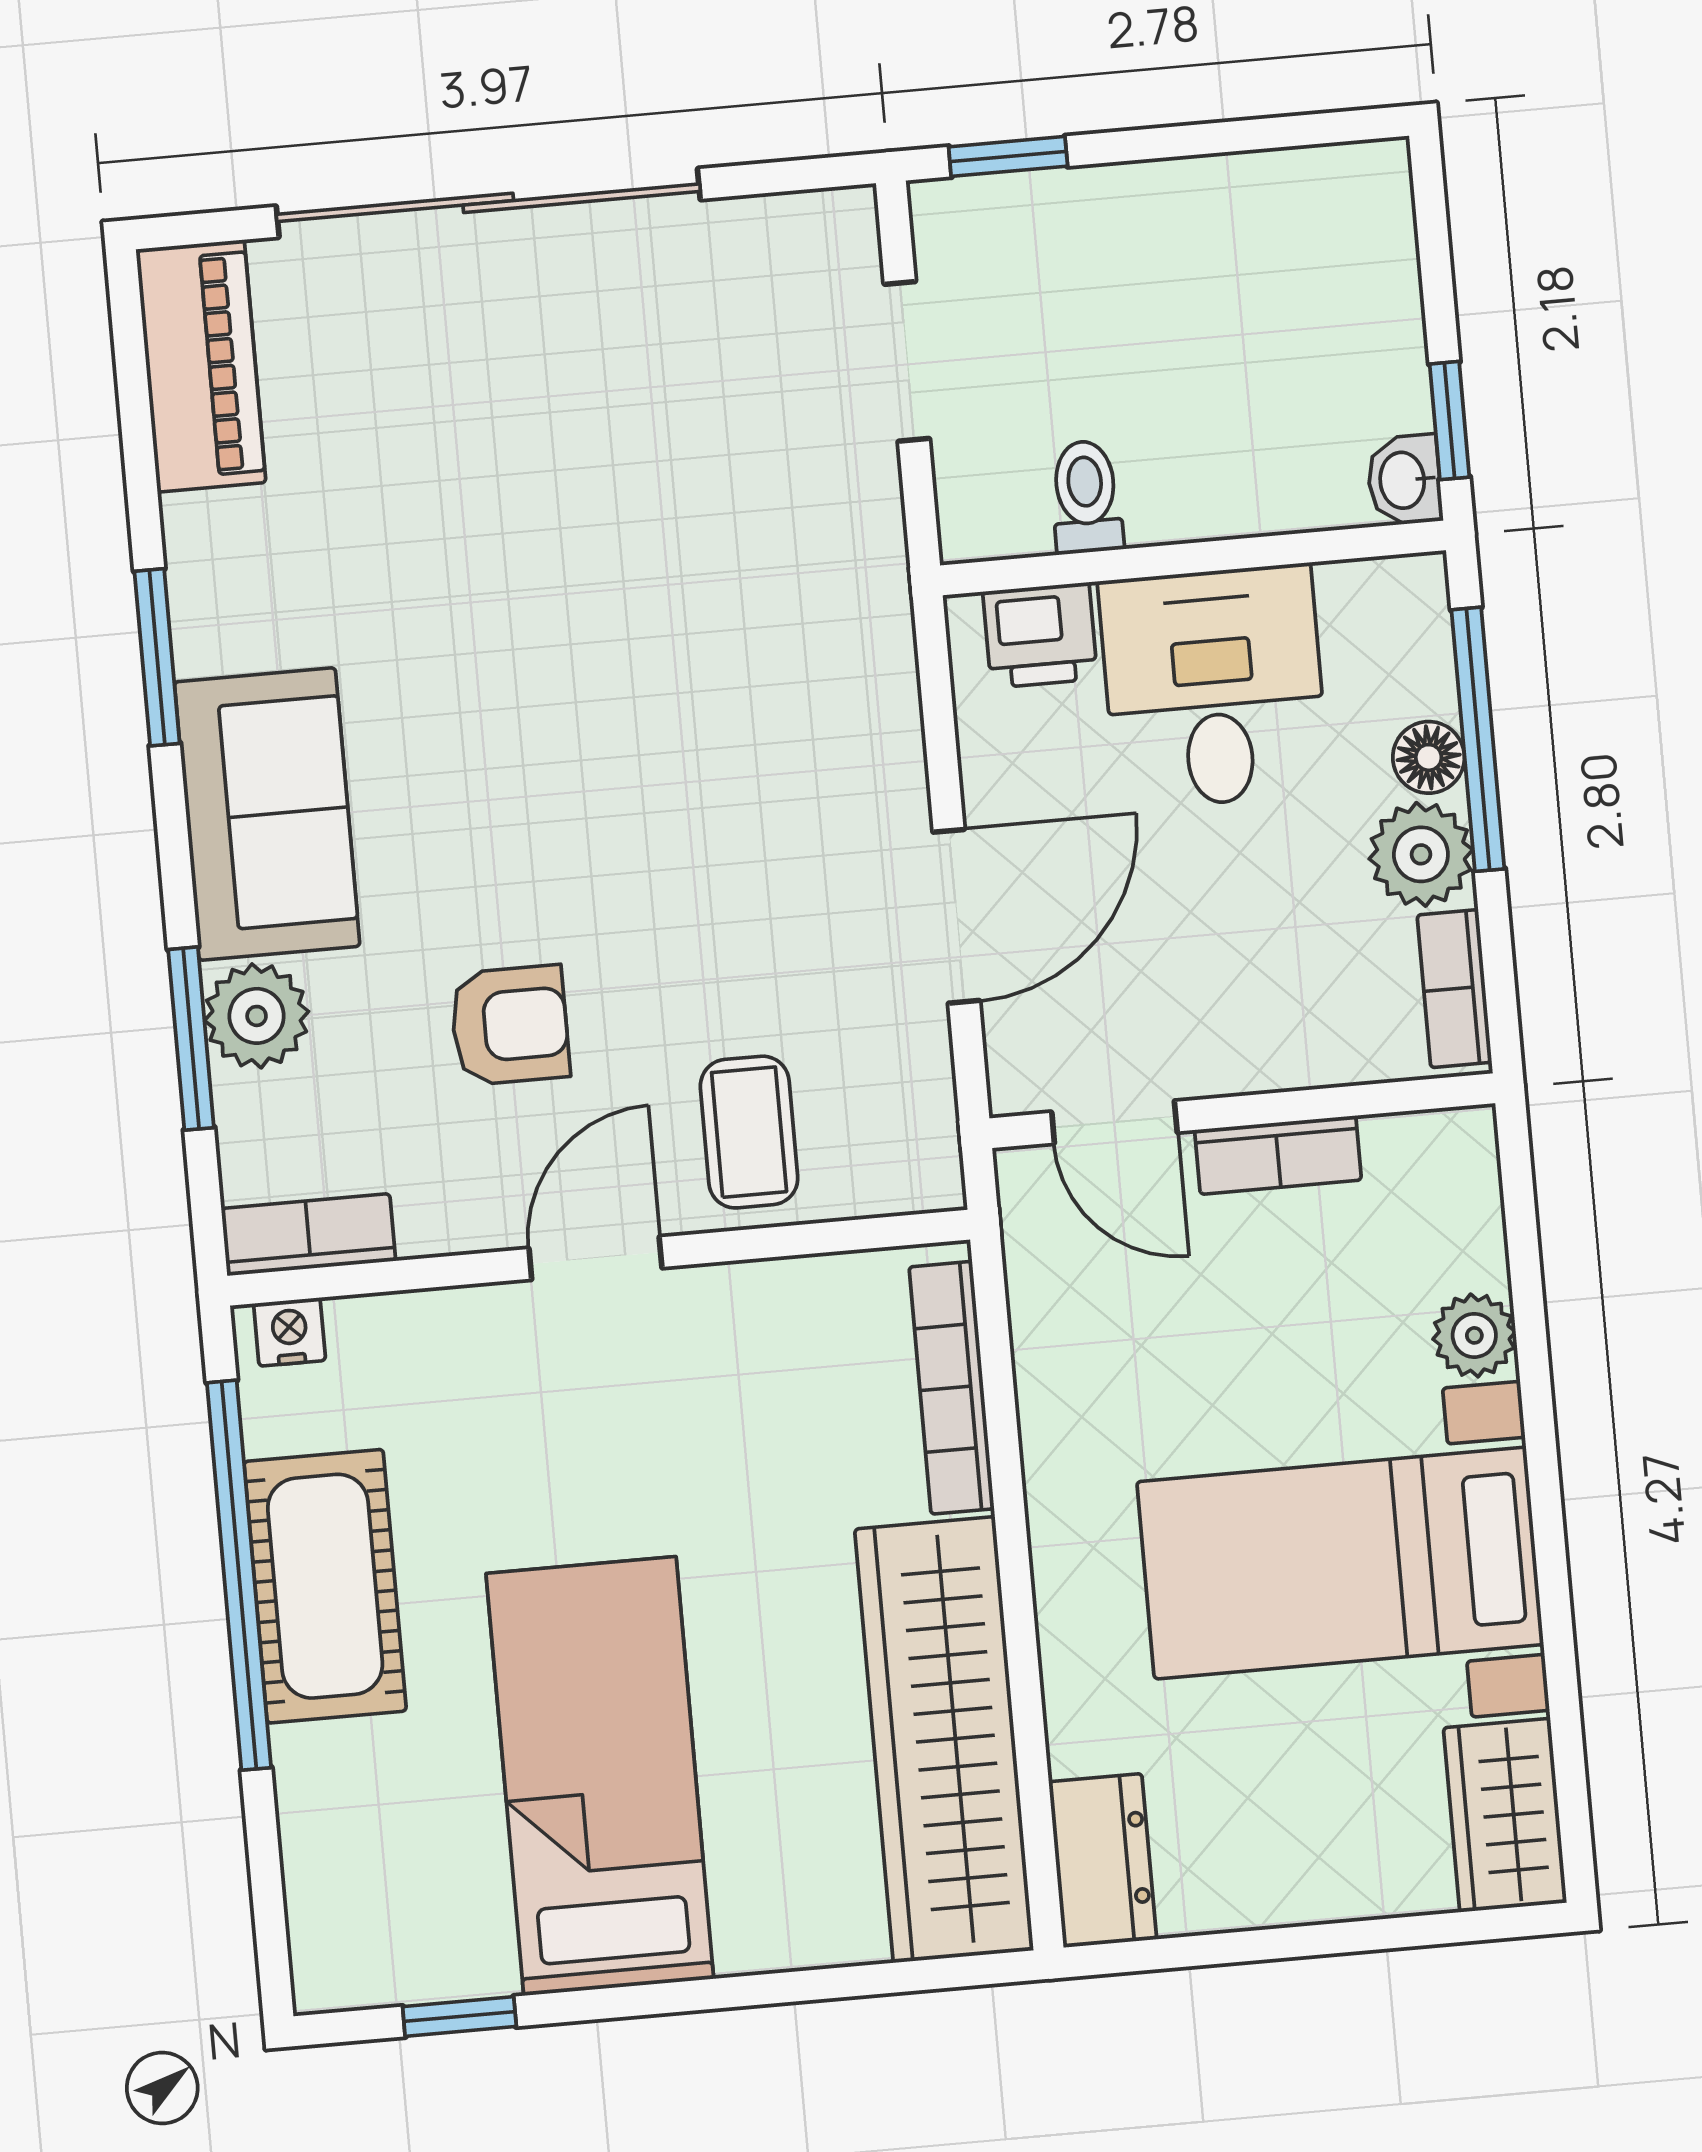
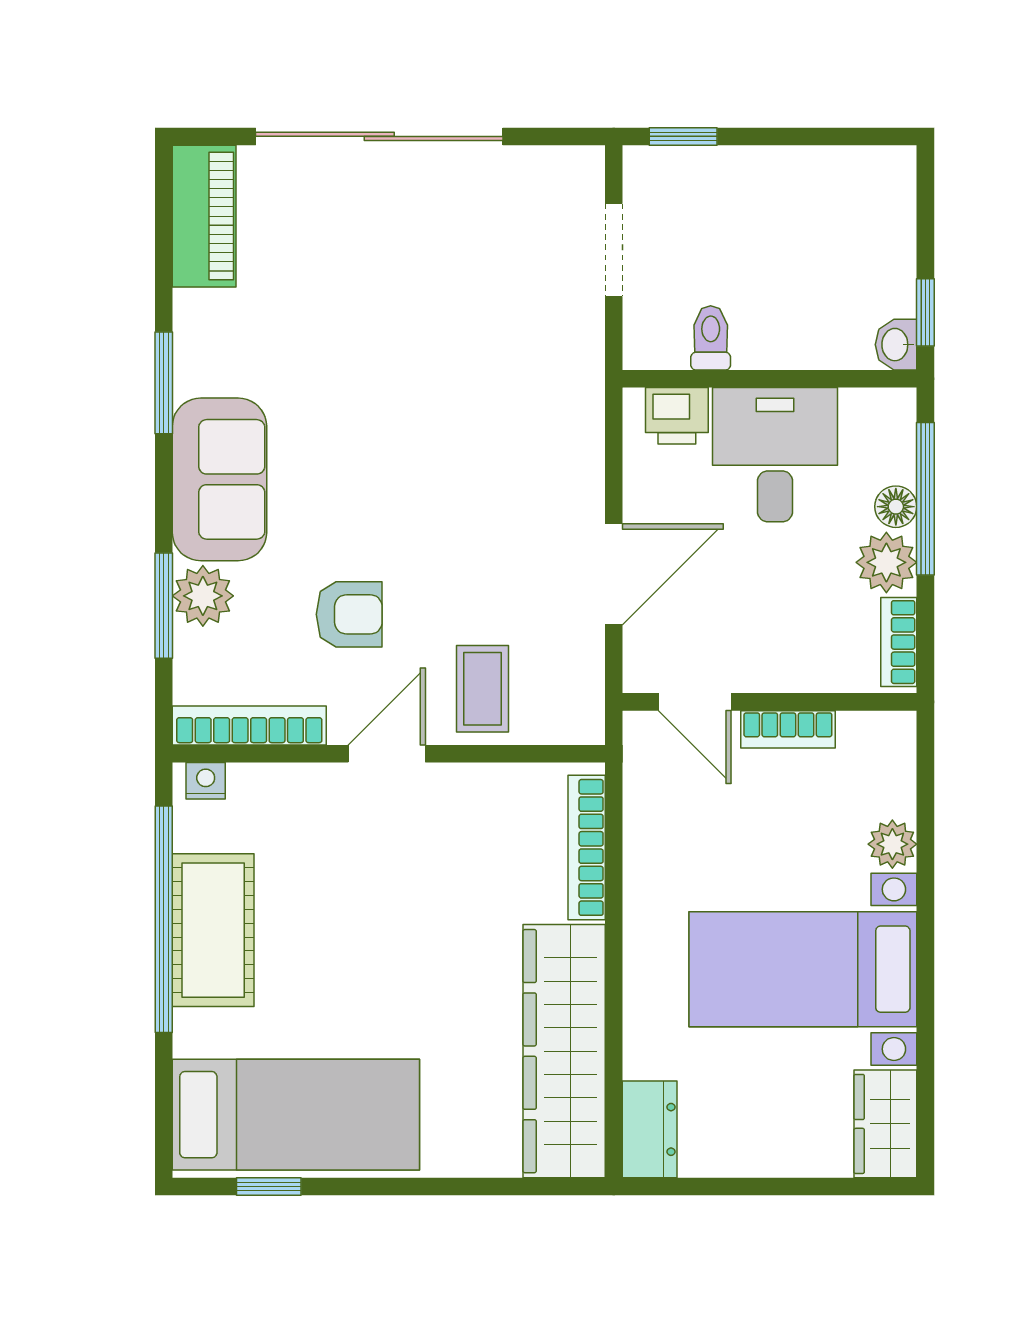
bookcase: (308, 1235) -> (249, 725), width x1.56
bed: (600, 1776) -> (296, 1115), moved, turned 90

